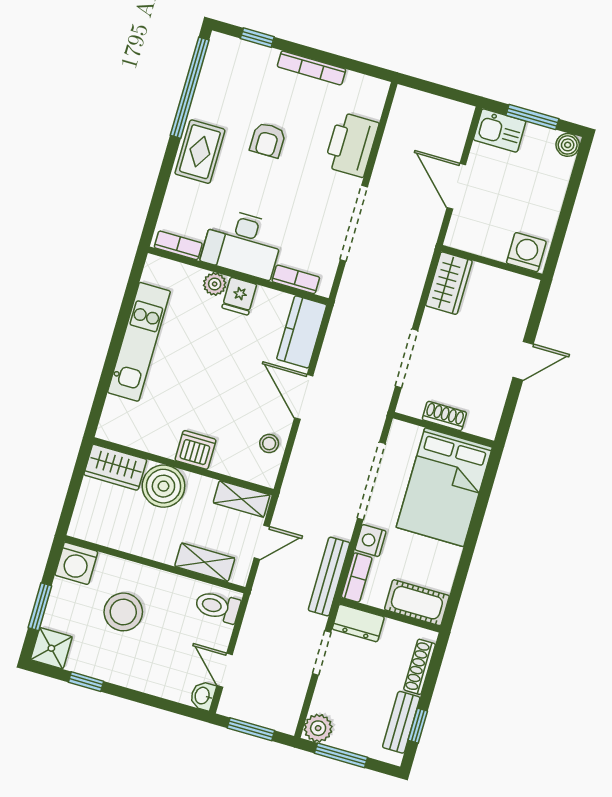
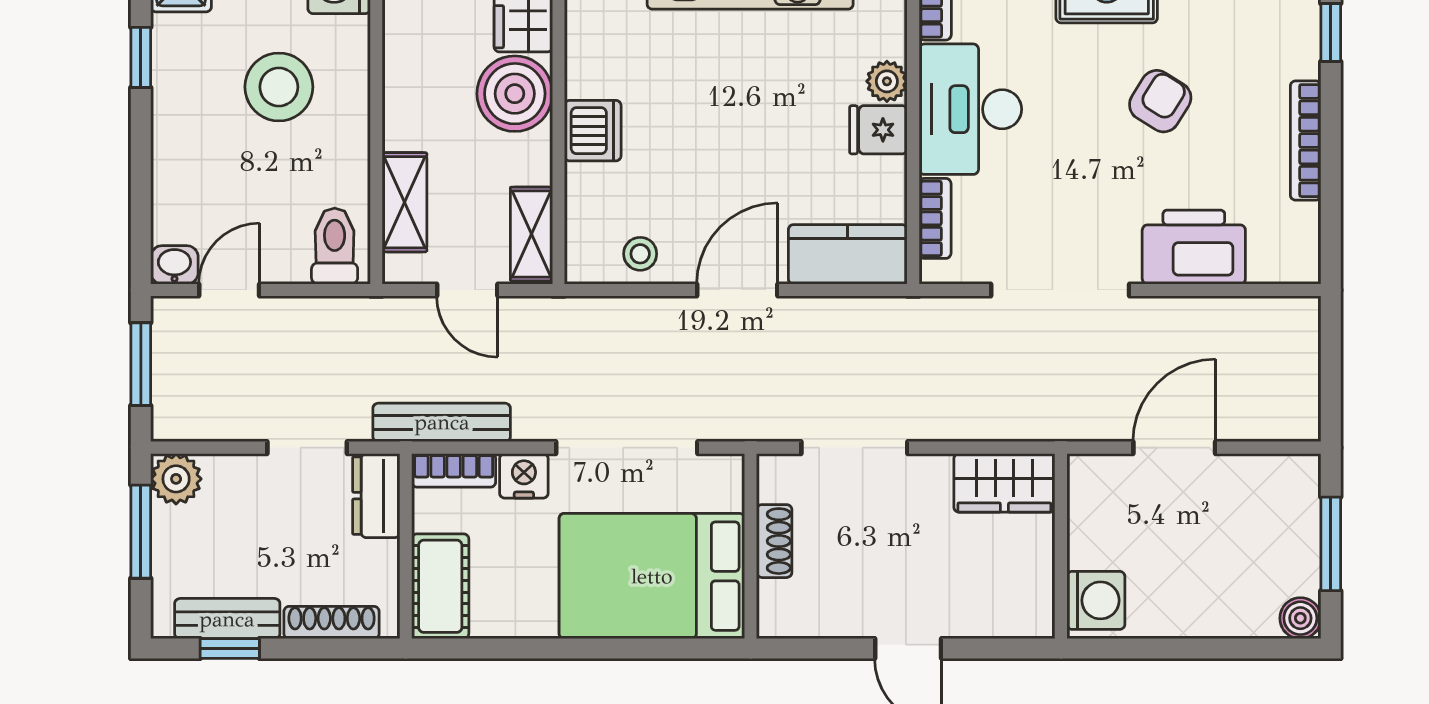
kitchen sink: (500, 131) -> (1291, 494), removed
armchair: (268, 140) -> (1160, 101), turned 122

